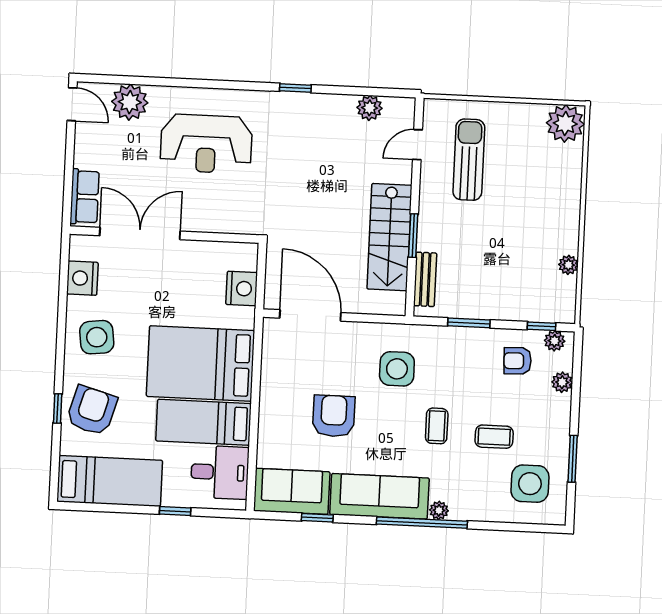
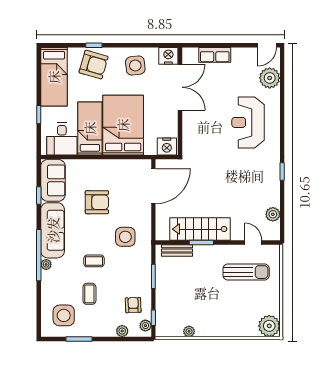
double door: (140, 233) -> (180, 87), moved
wall: (164, 235) -> (180, 101), moved

